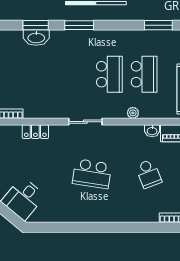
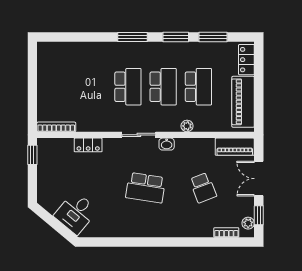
window: (36, 25) -> (176, 37), moved
washbasin: (36, 38) -> (89, 50), removed
school desk: (75, 74) -> (128, 87), added
washbasin: (152, 131) -> (167, 144), moved

